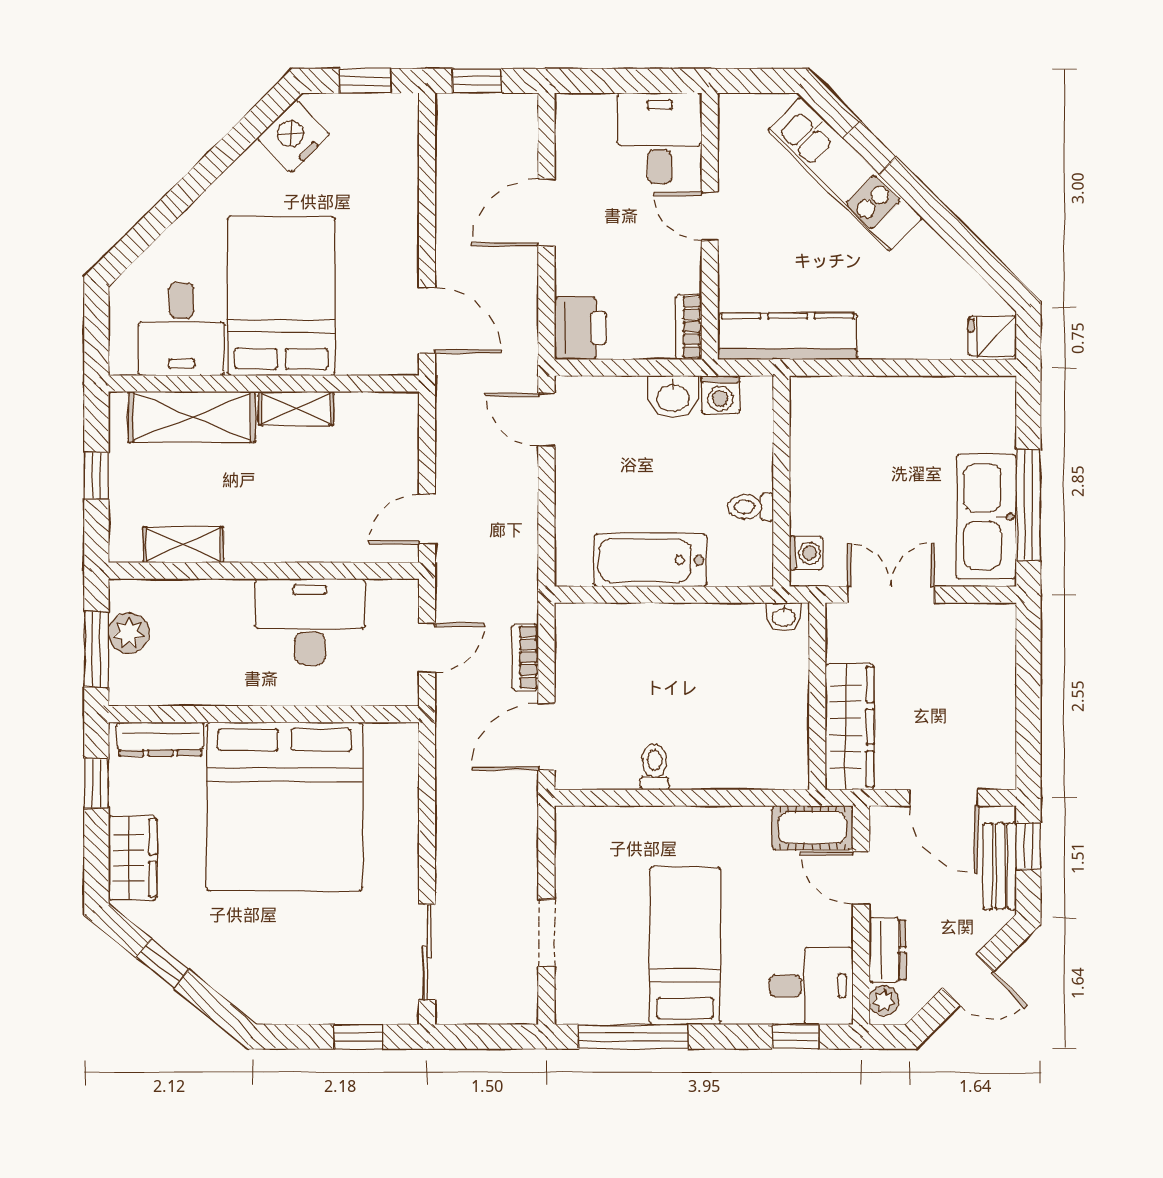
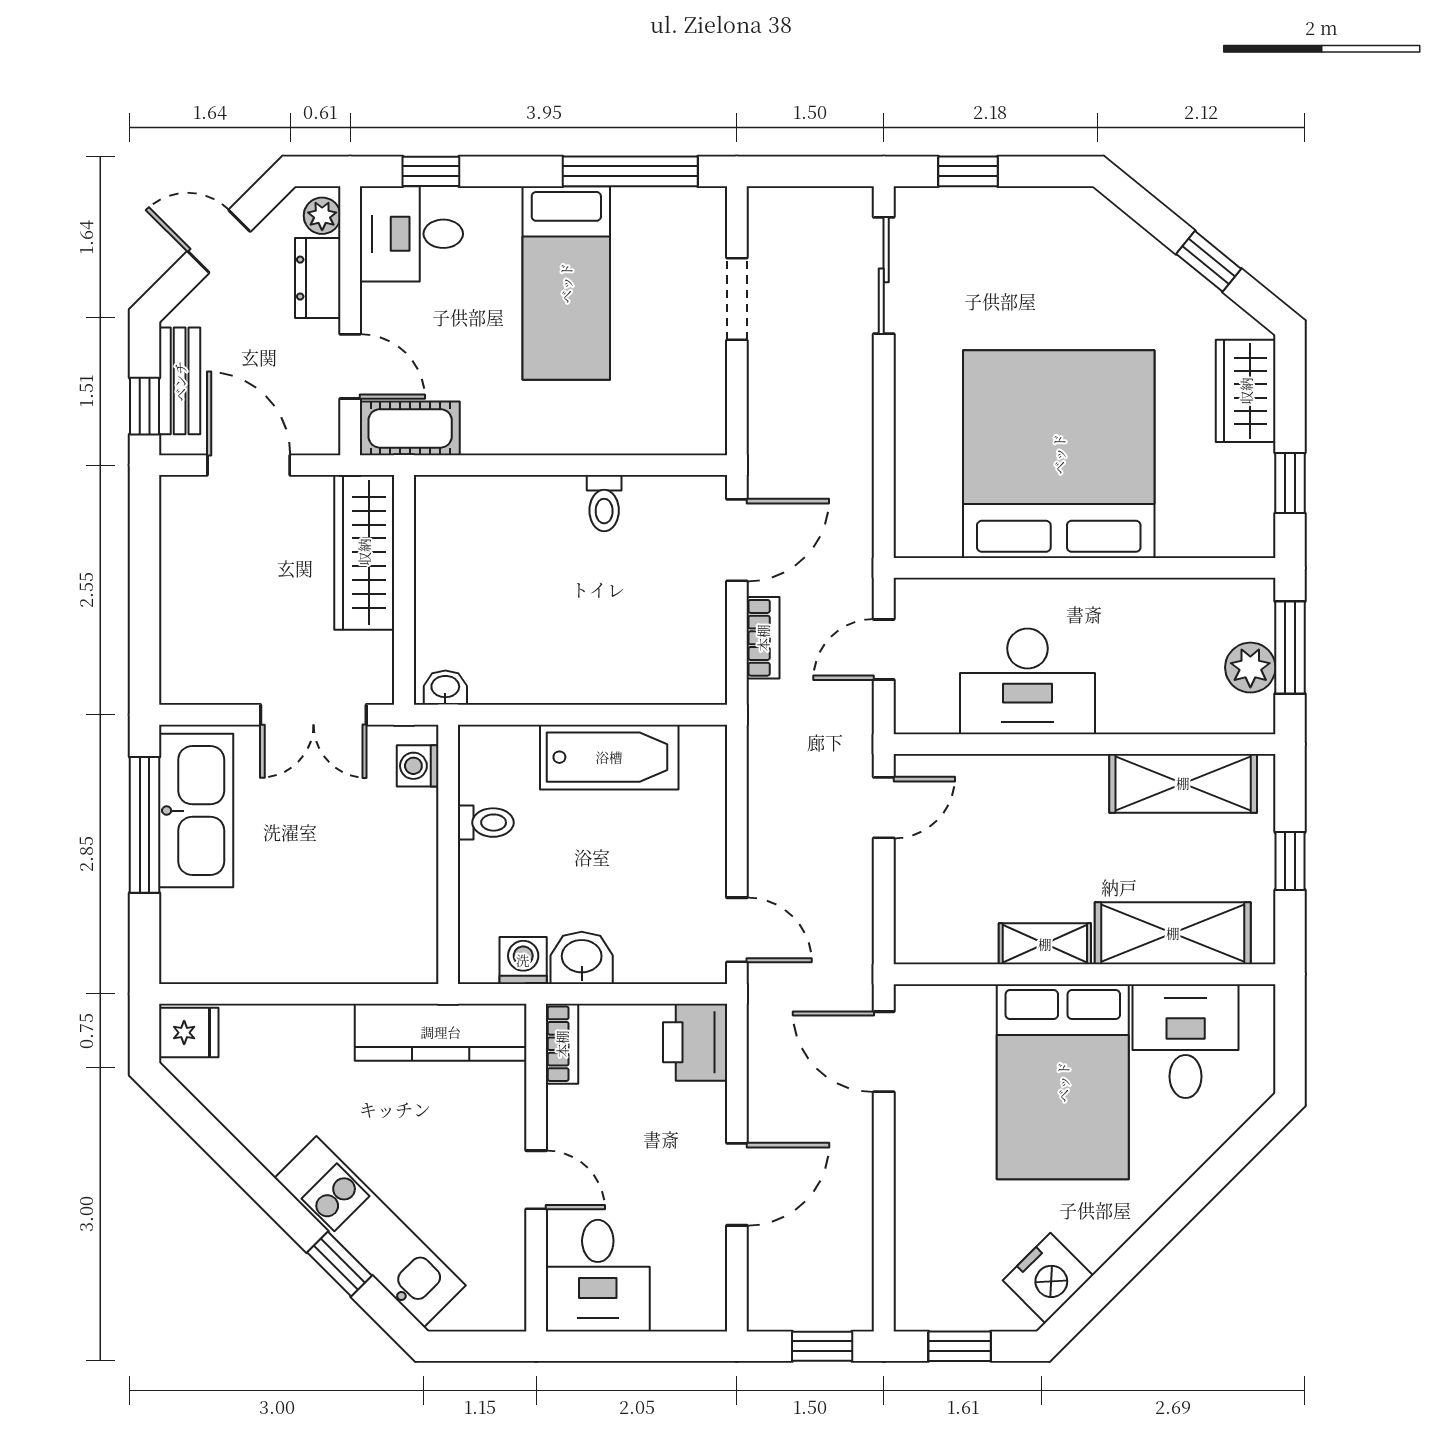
shelving: (183, 545) -> (1183, 783), width x1.50, depth x1.33
dresser: (160, 739) -> (1212, 537), removed

